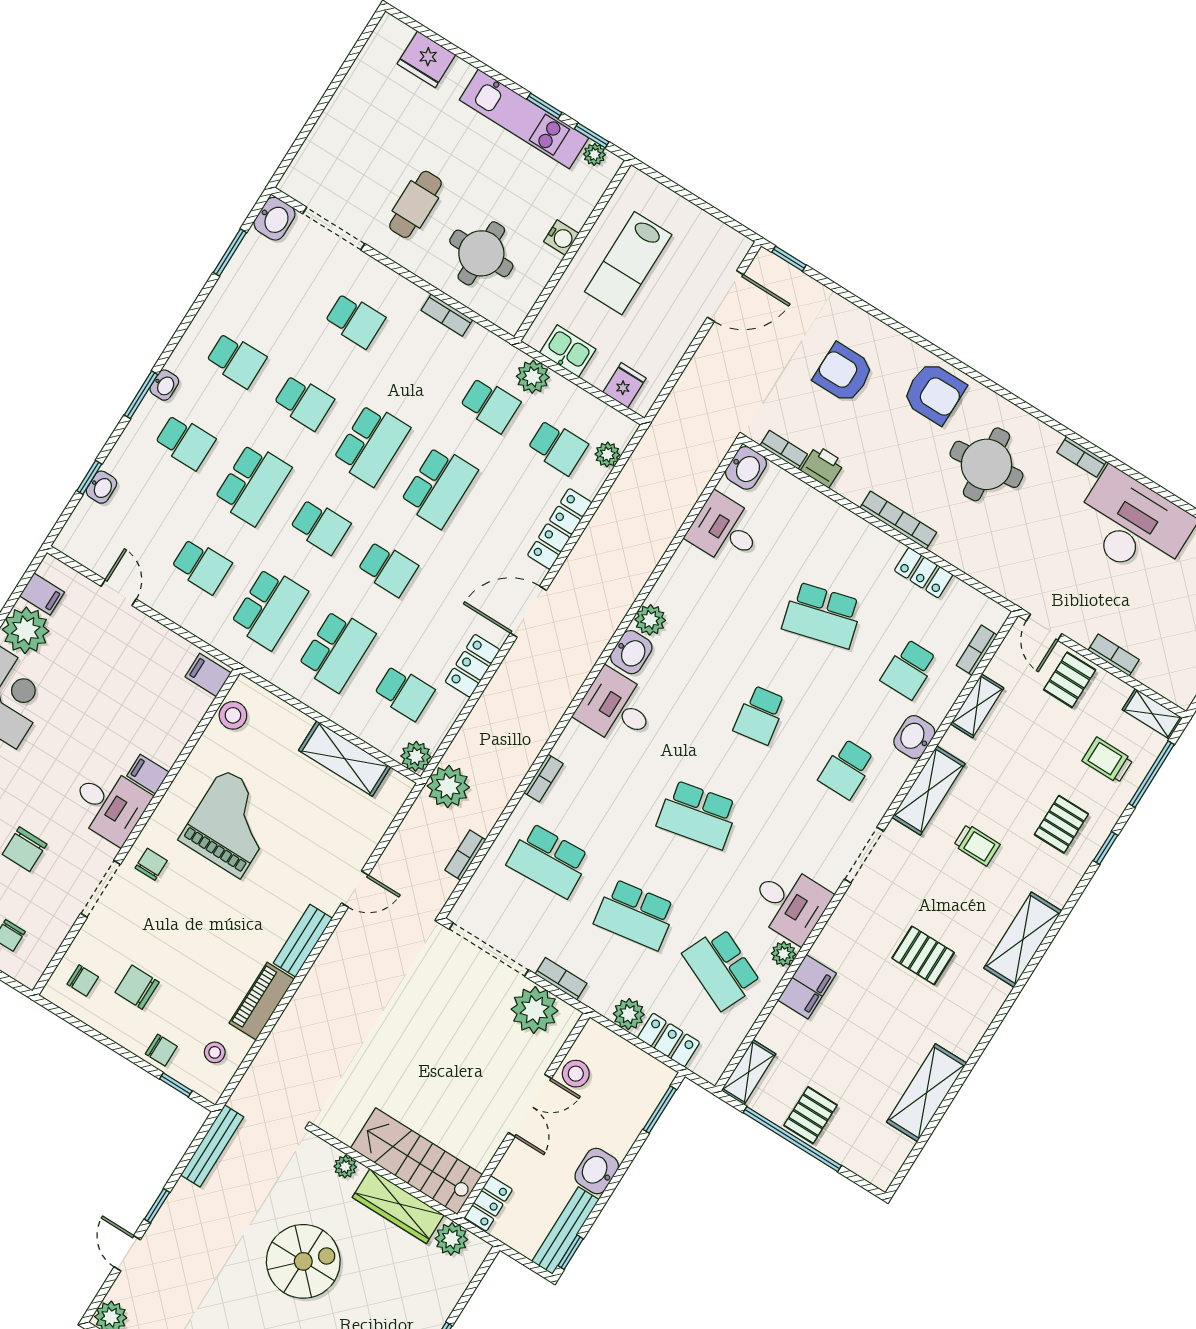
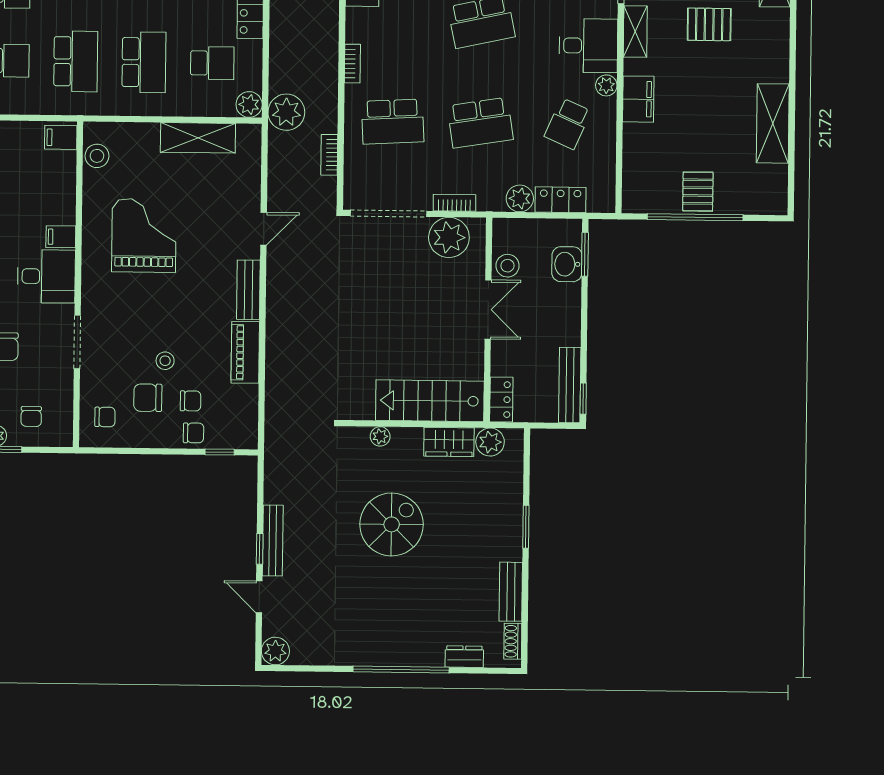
chair: (151, 864) -> (191, 401), moved, turned 90
school desk: (722, 969) -> (568, 124), width x0.54
stool: (215, 1052) -> (165, 361), moved
shelving: (749, 1072) -> (635, 31), moved
bench: (212, 1146) -> (273, 540), moved
washbasin: (597, 1171) -> (567, 264), moved
wardrobe: (398, 1206) -> (449, 442), width x0.67

